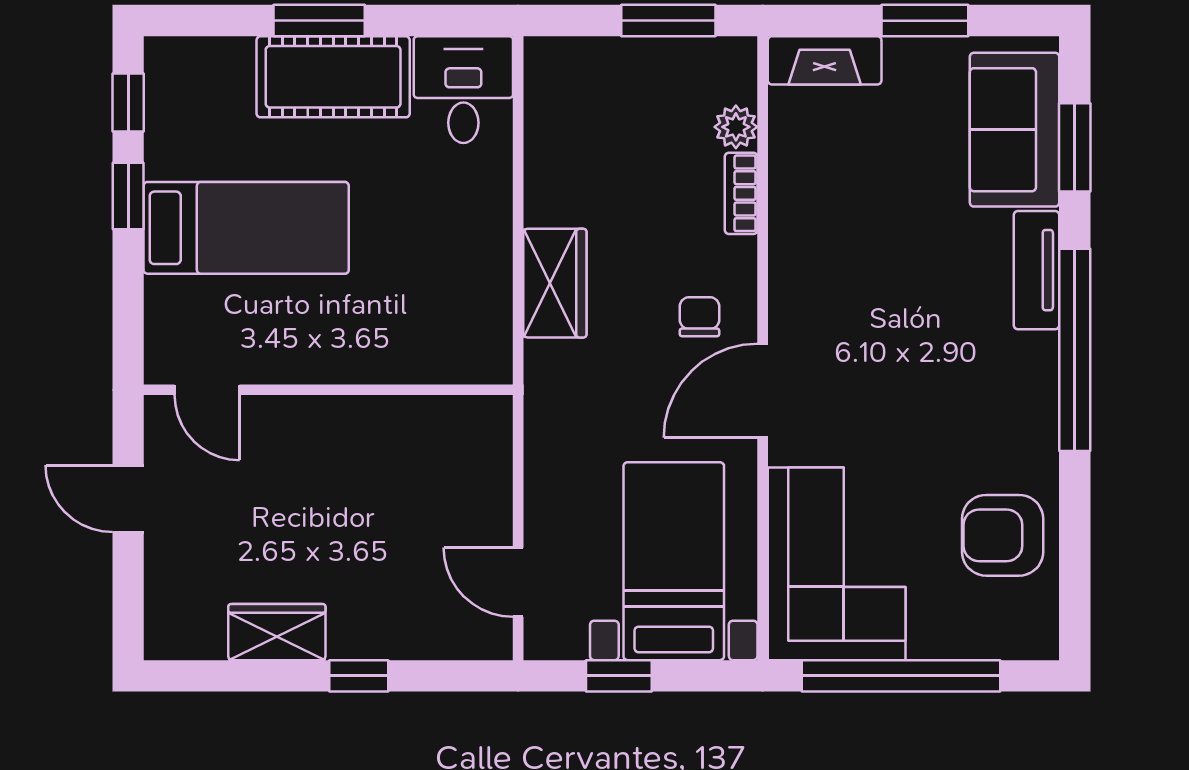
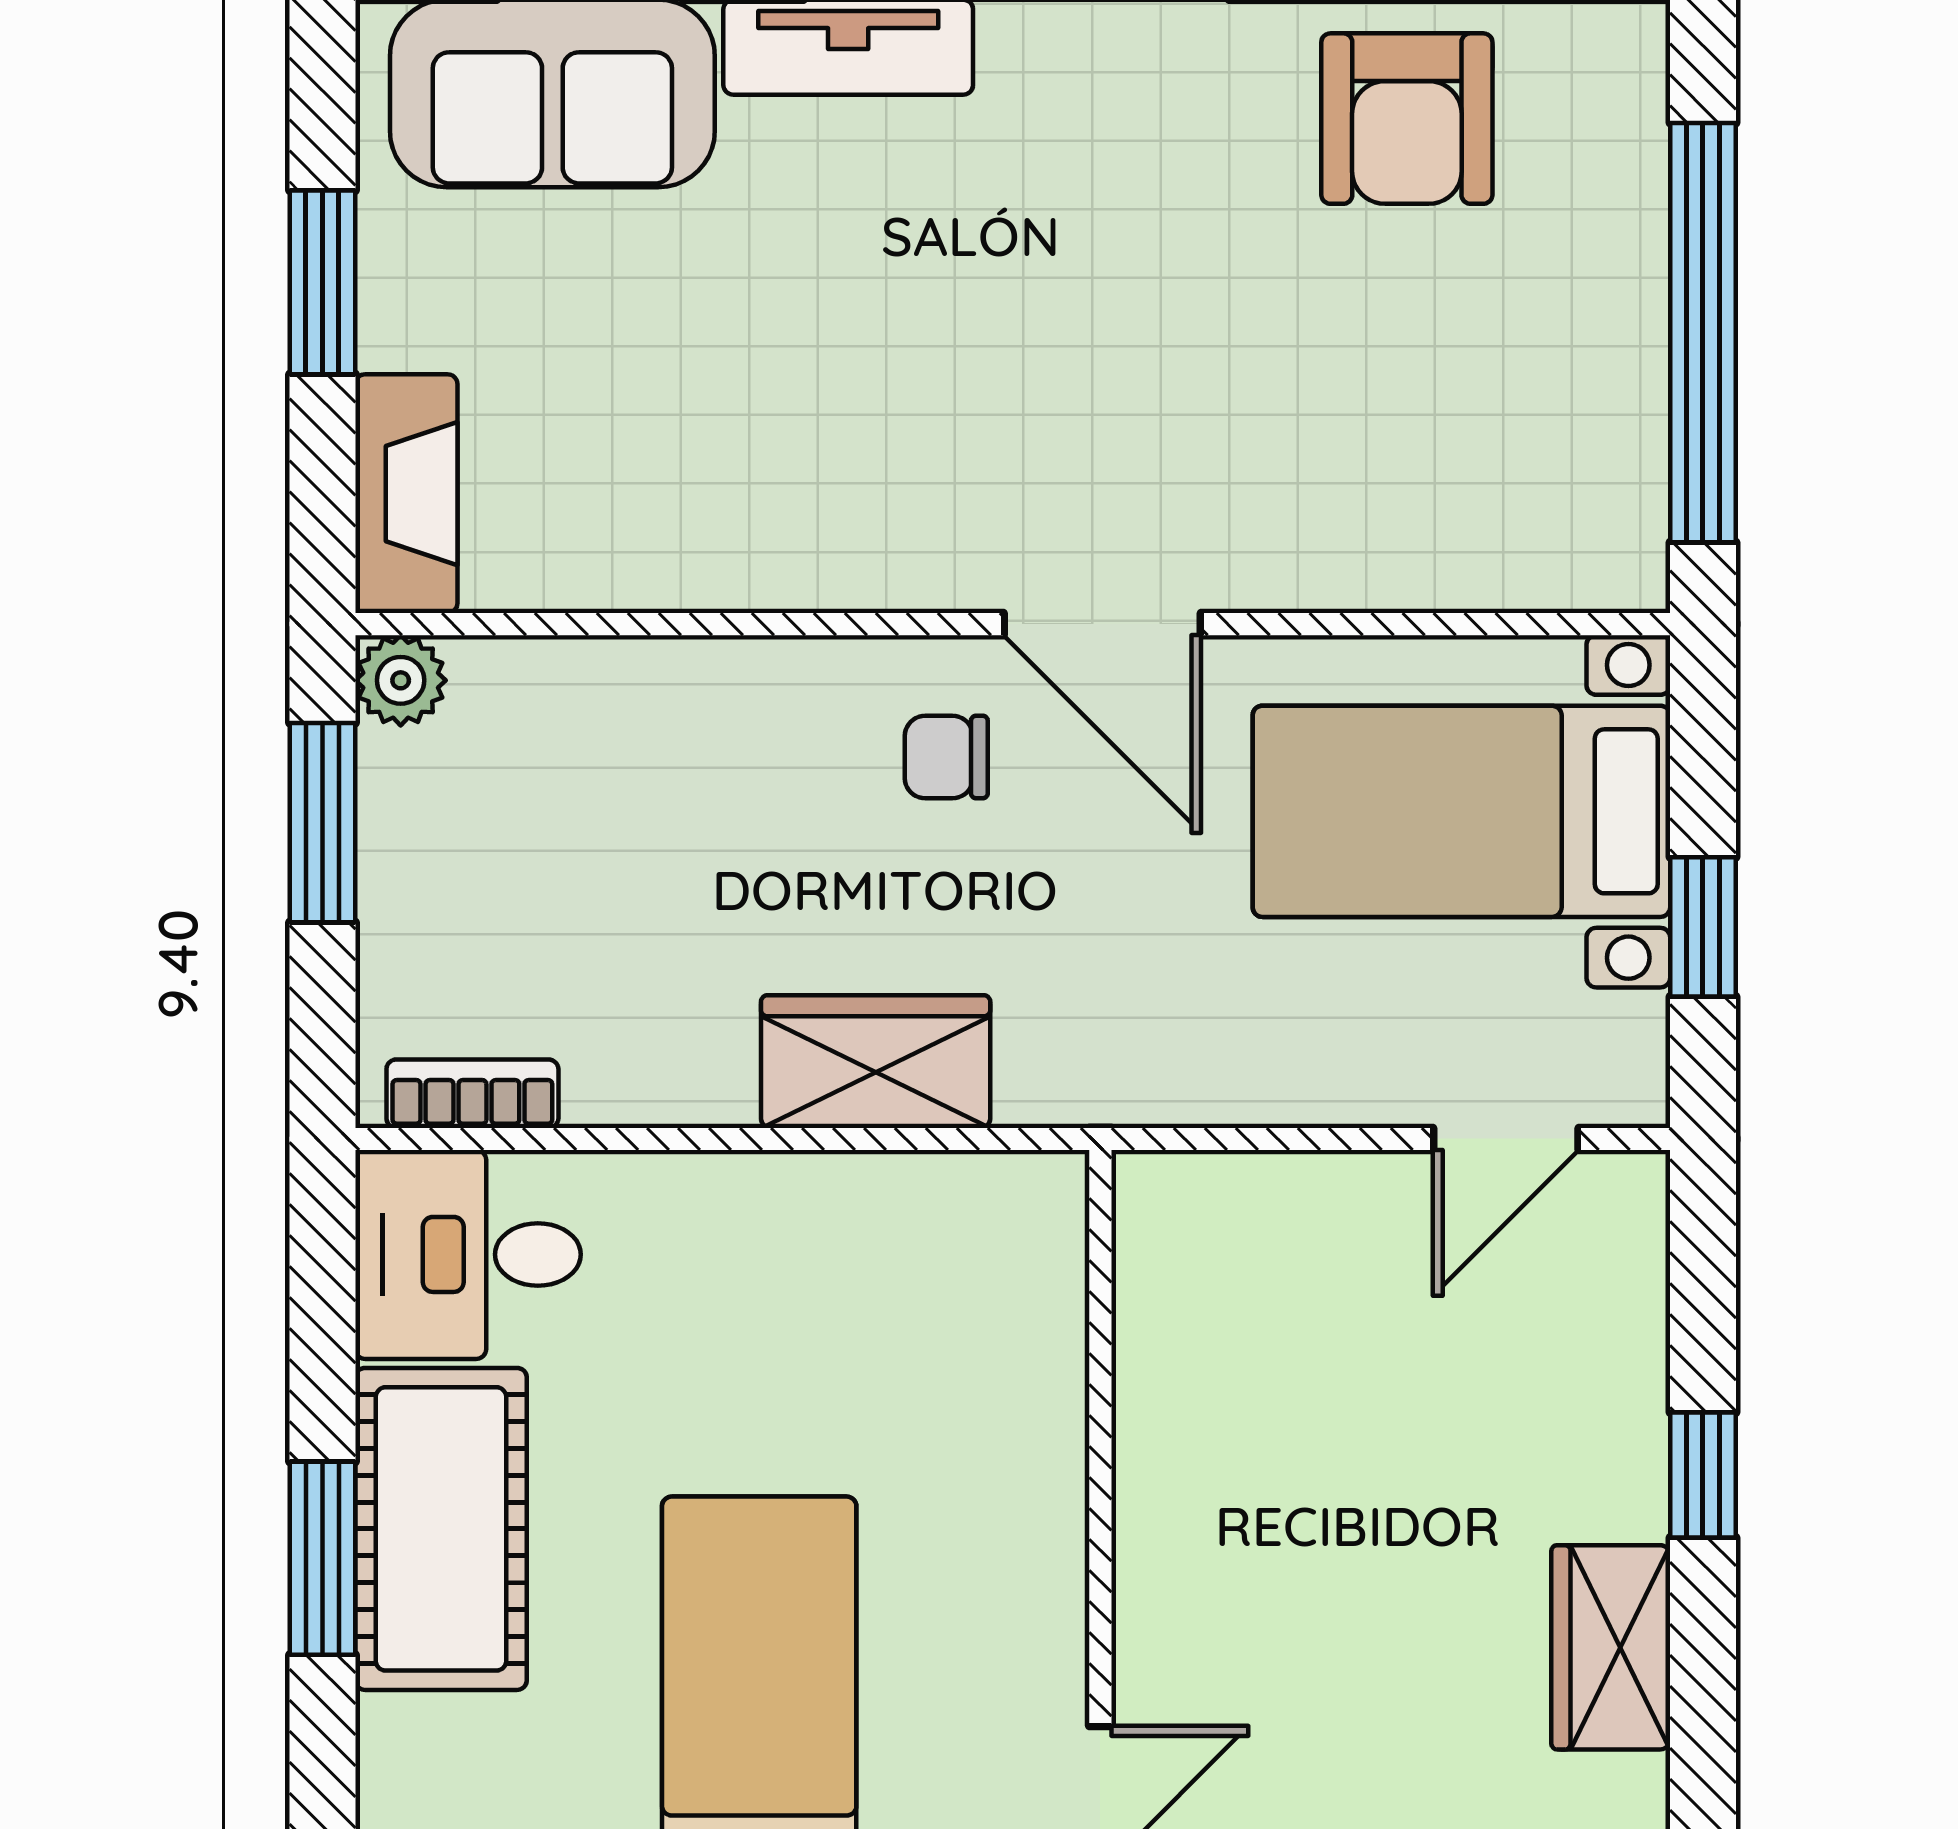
plant: (736, 127) -> (401, 680), moved
bookcase: (741, 193) -> (472, 1094), moved, turned 180
corner sofa: (837, 564) -> (1467, 468), removed

